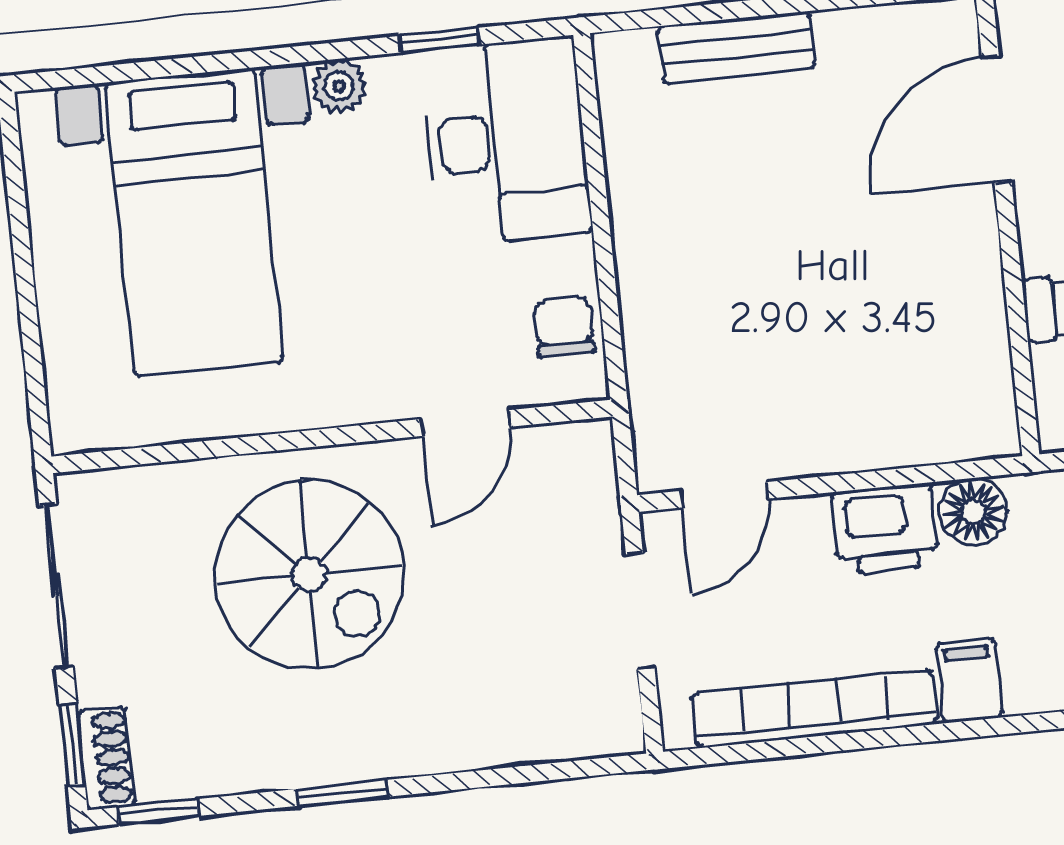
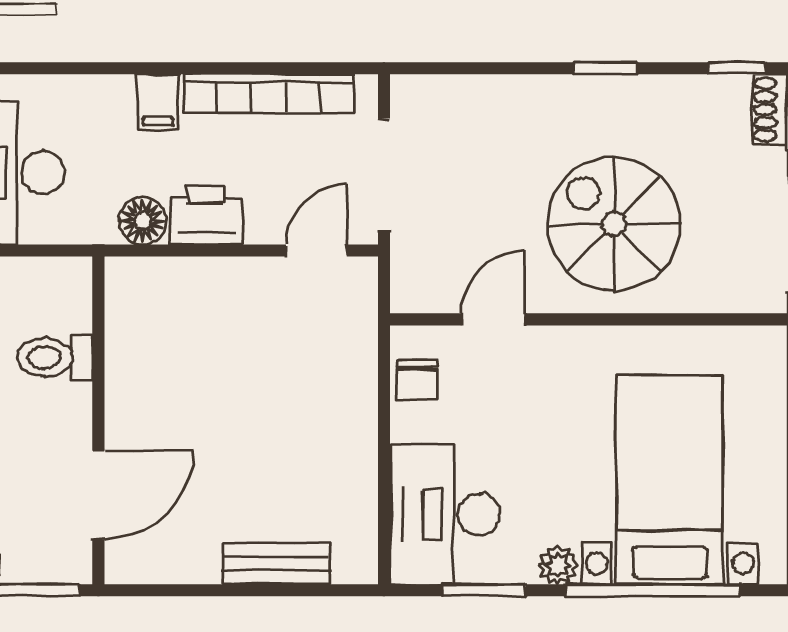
window: (439, 40) -> (484, 590), width x1.50
window: (202, 64) -> (653, 590), added
doorway: (640, 611) -> (384, 175), width x1.38

